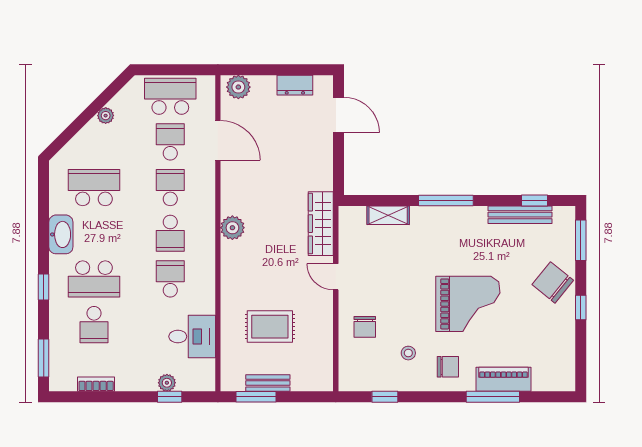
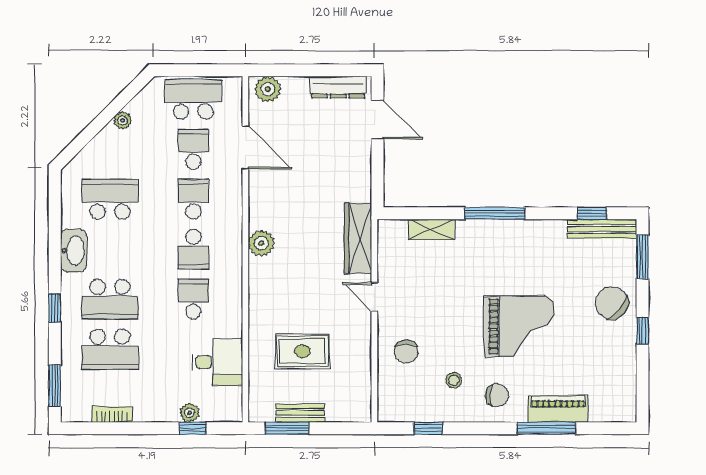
dresser: (295, 85) -> (338, 87), width x1.44
bench: (520, 215) -> (602, 229), moved
school desk: (94, 325) -> (110, 349), width x1.85

